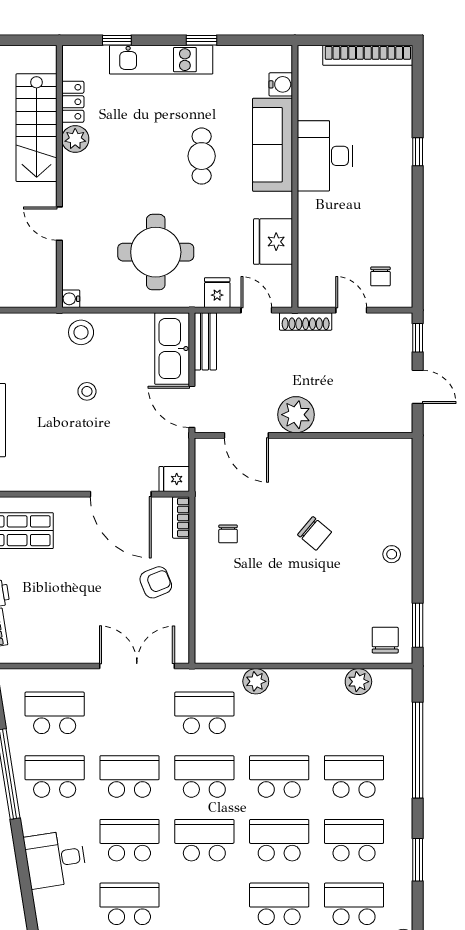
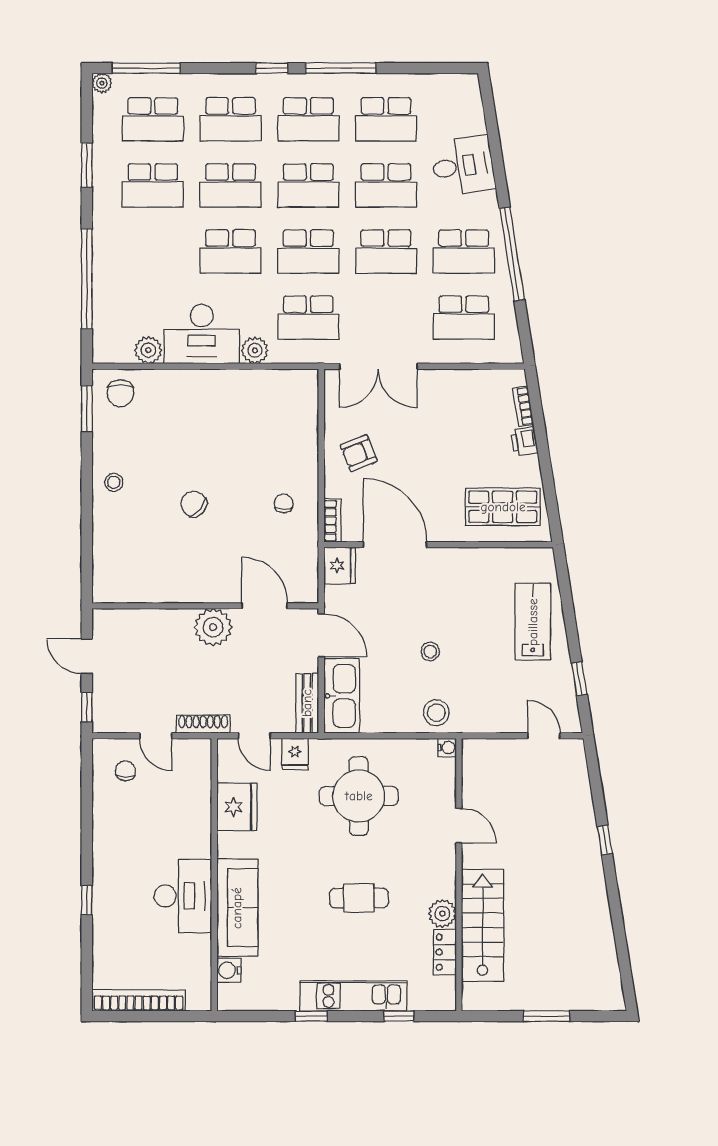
cafe table: (202, 156) -> (359, 898), moved, turned 90
fridge: (174, 479) -> (340, 565), width x1.38
desk: (307, 697) -> (202, 334), added
school desk: (354, 776) -> (308, 119), moved

